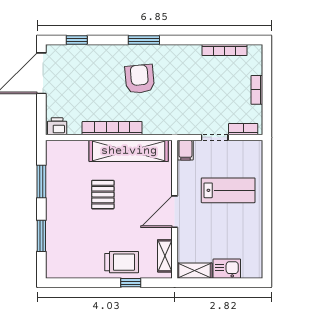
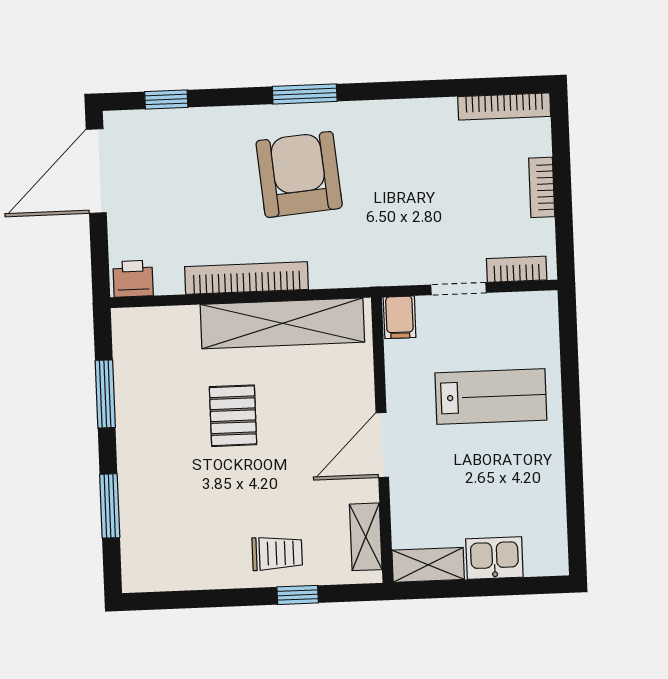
bookcase: (224, 50) -> (504, 107), moved
armchair: (140, 79) -> (299, 174), width x1.36, depth x1.36
trolley: (122, 262) -> (277, 553), width x0.73, depth x0.72

